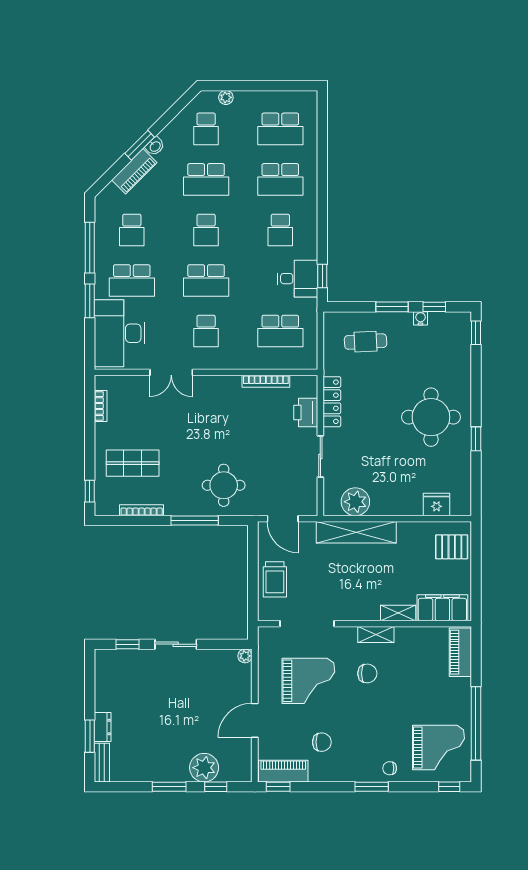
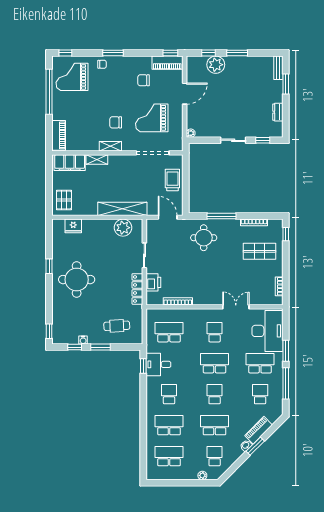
pallet: (452, 547) -> (64, 200), turned 90
dresser: (103, 727) -> (278, 112), moved

